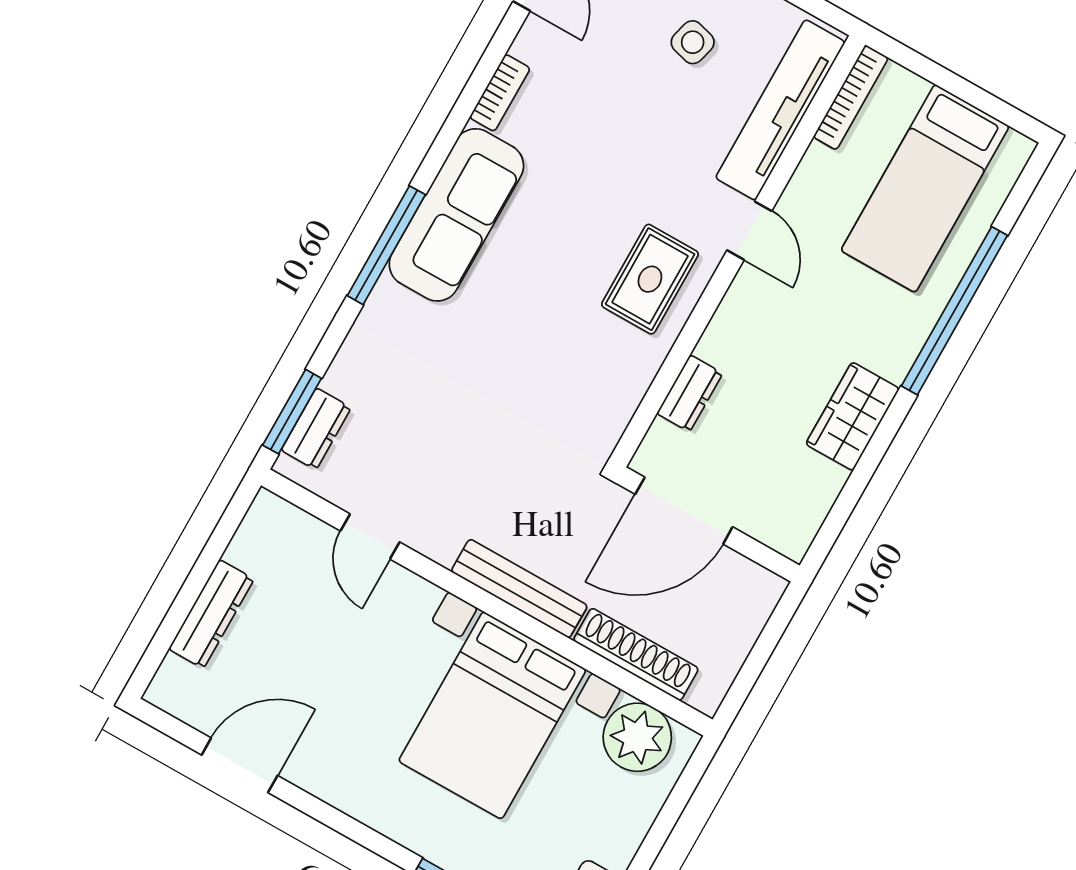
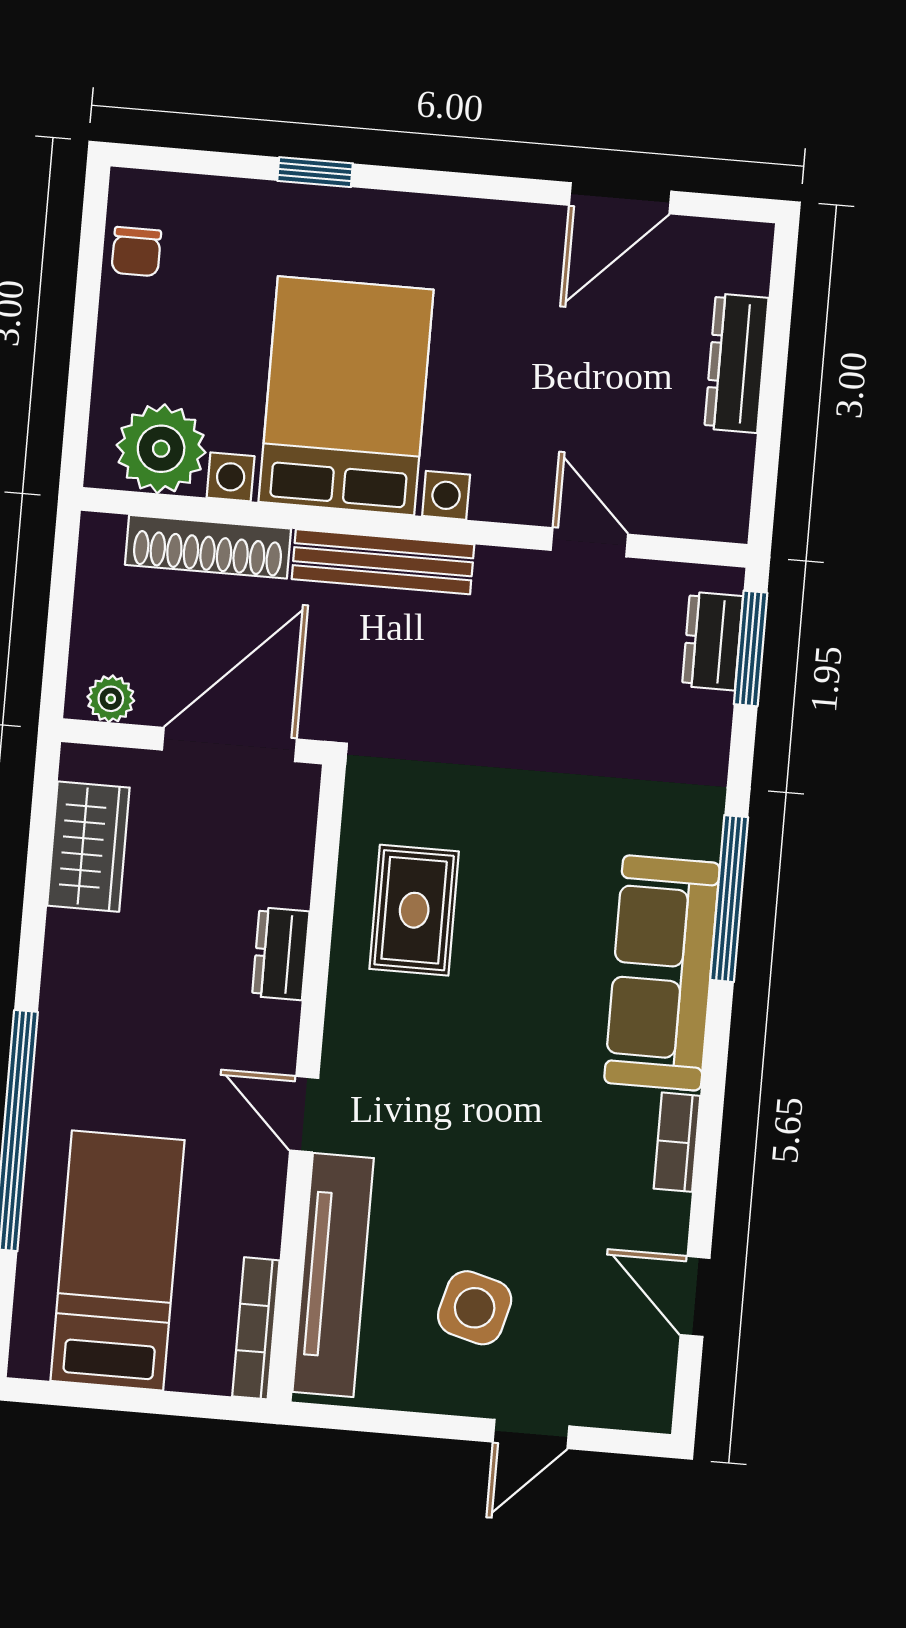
side table: (693, 42) -> (475, 1308), width x1.37, depth x1.37
rug: (650, 279) -> (414, 910), moved
dresser: (690, 393) -> (281, 954), moved
wardrobe: (853, 416) -> (88, 847), moved
plant: (752, 580) -> (111, 699), added

